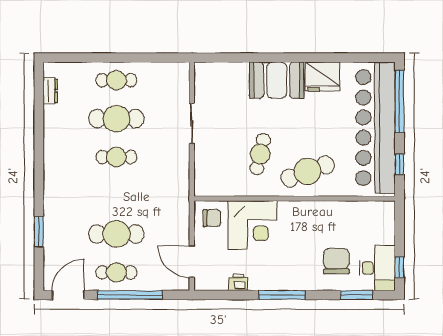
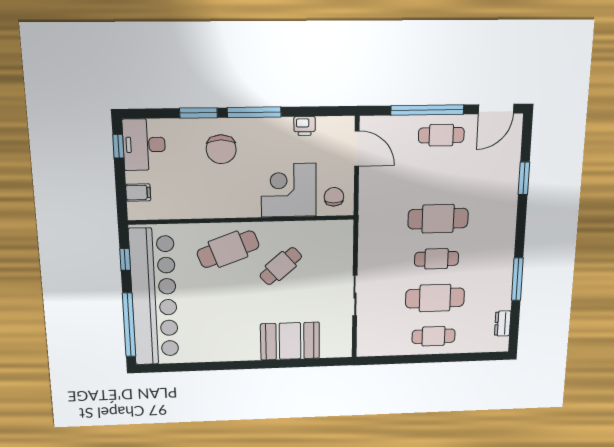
fridge: (323, 76) -> (215, 347), removed
booth: (277, 80) -> (290, 341), moved
window: (39, 135) -> (517, 279), added
cafe table: (260, 154) -> (281, 266), turned 36
chair: (212, 218) -> (334, 197), turned 90
filing cabinet: (385, 226) -> (138, 193), added
cafe table: (116, 234) -> (438, 219), moved
chair: (336, 261) -> (221, 149), moved
window: (357, 295) -> (198, 113), moved

